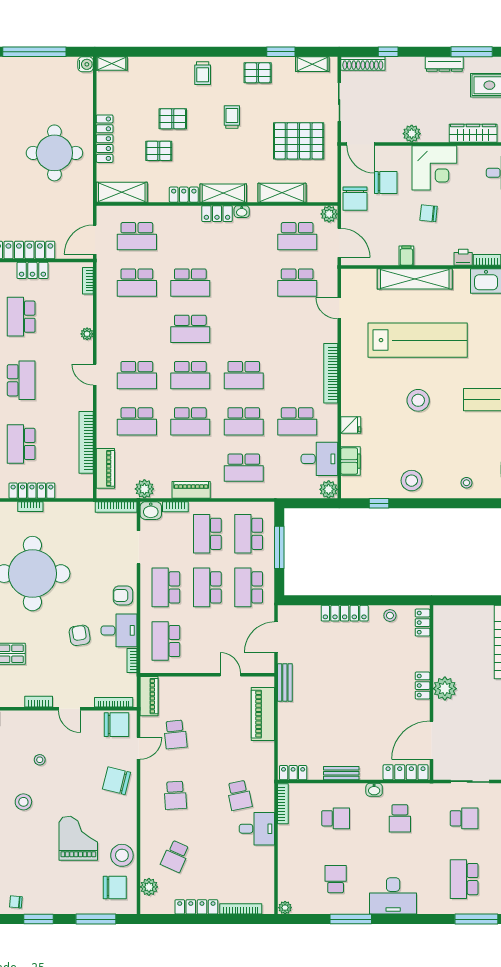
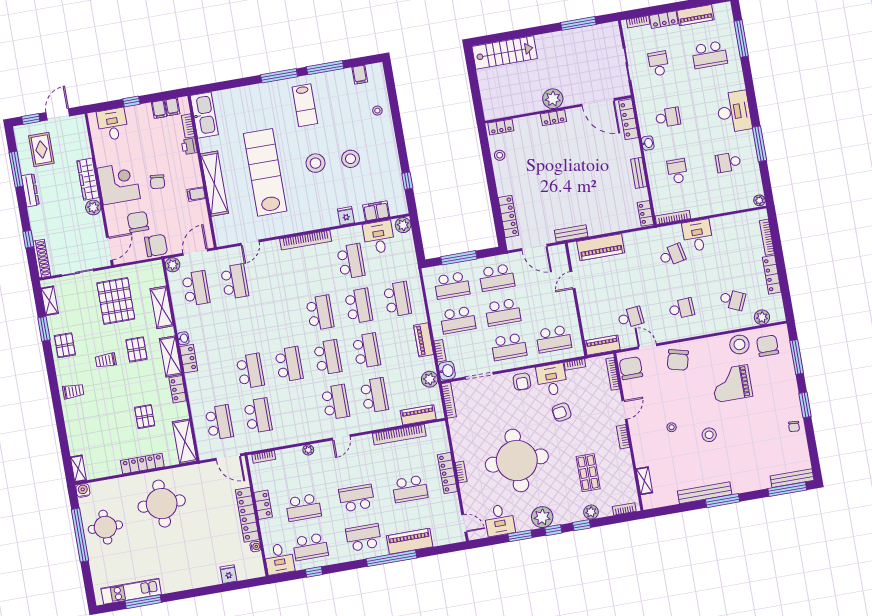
round table: (38, 83) -> (105, 527), added
pallet: (173, 119) -> (136, 349), moved
wardrobe: (473, 133) -> (88, 179), moved
stool: (412, 481) -> (351, 159), moved
locker: (345, 613) -> (508, 216), moved

